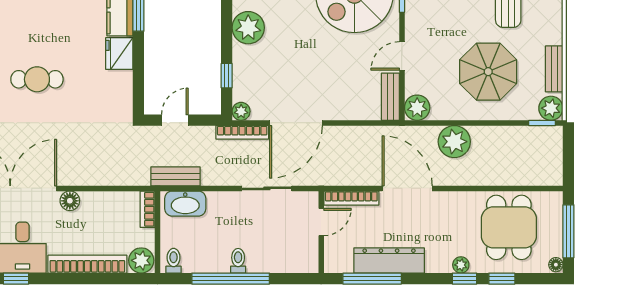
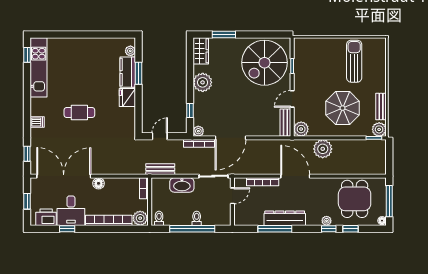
washbasin: (185, 204) -> (182, 185), moved
door: (321, 222) -> (232, 196), moved
wall: (321, 232) -> (232, 202), moved

